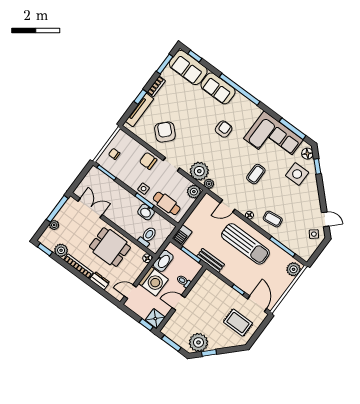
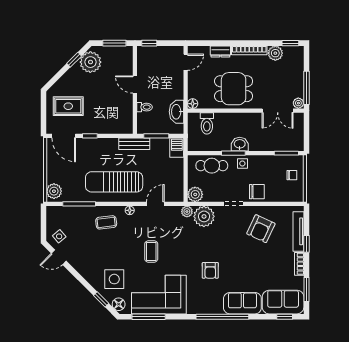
armchair: (165, 132) -> (261, 229), turned 71
washbasin: (146, 212) -> (240, 144), moved
plant: (54, 225) -> (298, 103), moved
washing machine: (154, 281) -> (172, 87), removed
door: (179, 303) -> (135, 84), swing flipped
shower: (155, 319) -> (145, 55), removed

